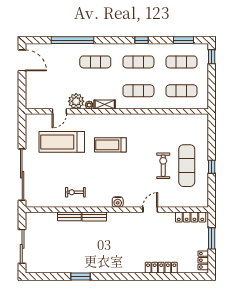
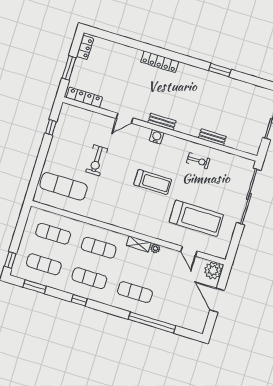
door: (22, 60) -> (217, 300), moved
plant: (76, 101) -> (213, 271), moved
door: (59, 111) -> (189, 251), swing flipped
treadmill: (110, 145) -> (153, 182), moved
exercise mat: (187, 166) -> (64, 186), moved, turned 90
window: (212, 167) -> (51, 127), moved
bench: (94, 216) -> (162, 122), moved
locker: (161, 268) -> (160, 62), moved

